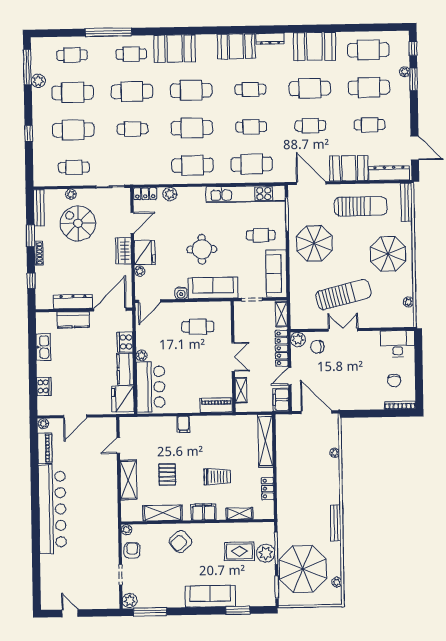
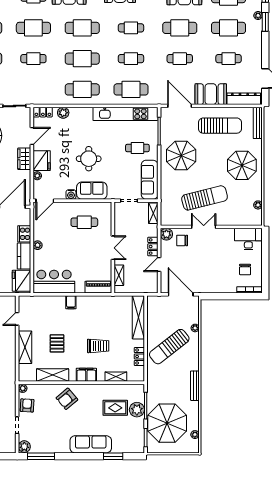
sofa: (213, 288) -> (92, 191), width x0.73
locker: (282, 348) -> (153, 246), width x0.66
bar counter: (151, 387) -> (54, 282), moved, turned -90
filing cabinet: (281, 400) -> (152, 284), removed
sun lounger: (304, 476) -> (169, 347), added

